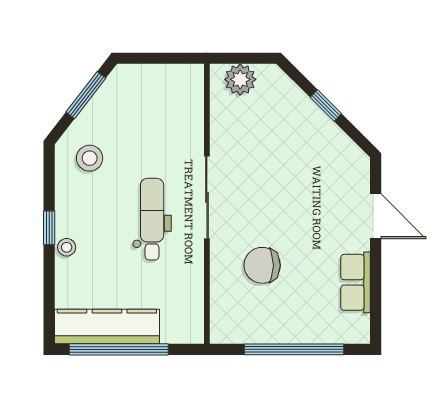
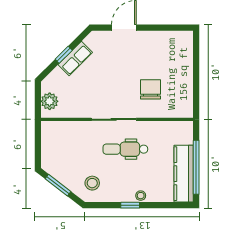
chair: (262, 265) -> (150, 89), turned 180
row of seats: (356, 282) -> (75, 59), moved, turned -45
window: (294, 349) -> (196, 72), removed

